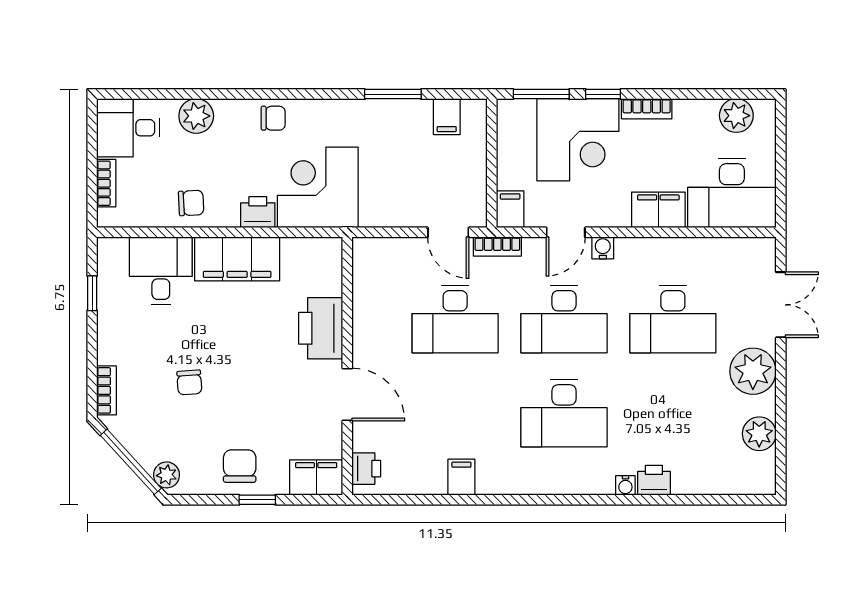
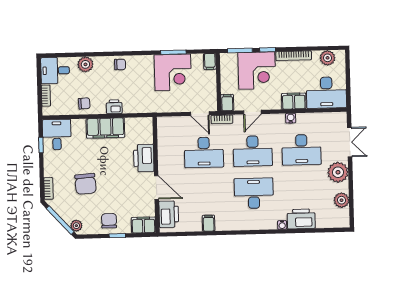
bookcase: (647, 109) -> (294, 56), width x1.56
filing cabinet: (447, 117) -> (210, 61), moved
corner desk: (318, 187) -> (173, 72), moved, turned 180
water cooler: (603, 248) -> (291, 118), moved
desk: (161, 271) -> (57, 135), moved
chair: (189, 382) -> (86, 184), width x1.87, depth x1.87
desk: (564, 413) -> (254, 193), turned 180
printer: (366, 469) -> (169, 214), width x1.87, depth x1.48
printer: (654, 480) -> (301, 219), width x1.87, depth x1.48

